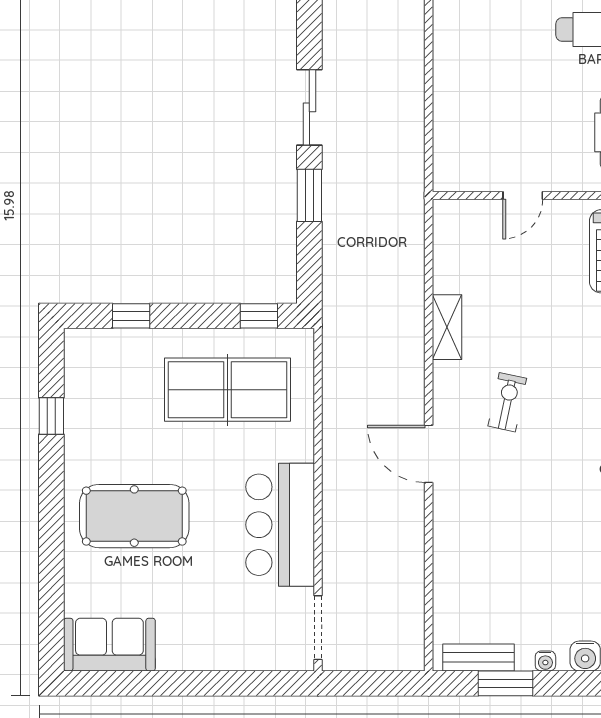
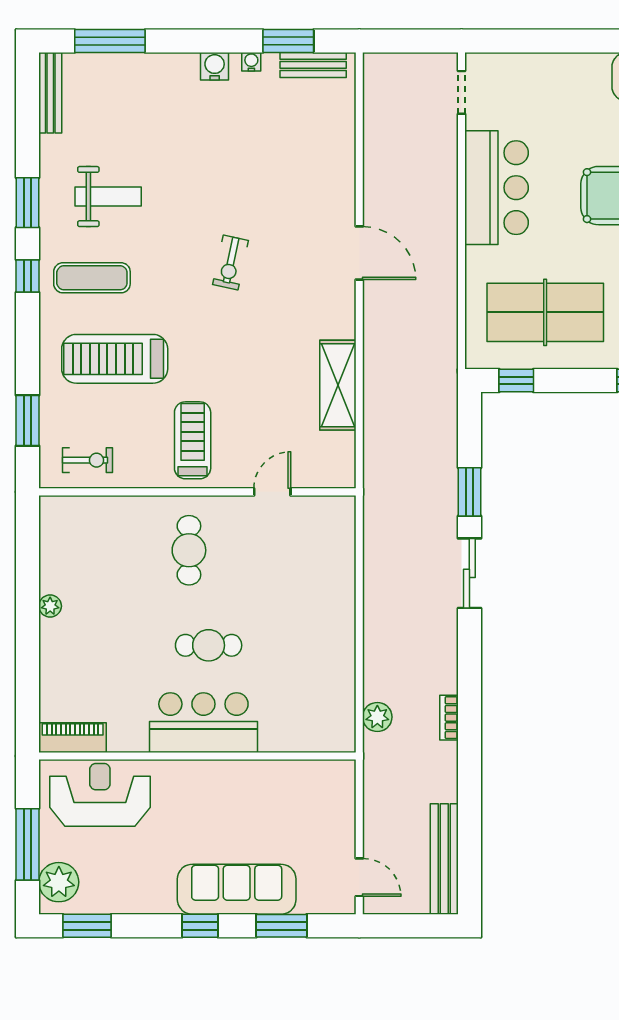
shelving: (447, 327) -> (338, 385), width x1.50, depth x1.33
exercise bike: (507, 402) -> (231, 263), moved
doorway: (318, 628) -> (461, 92), width x0.73

